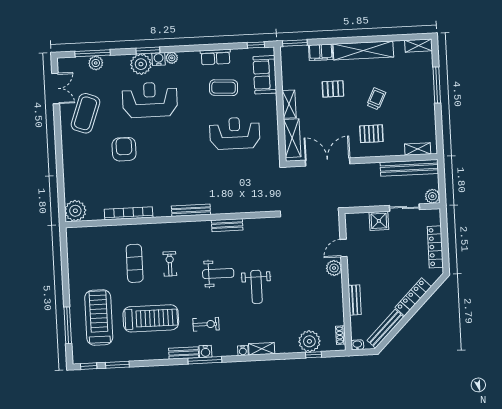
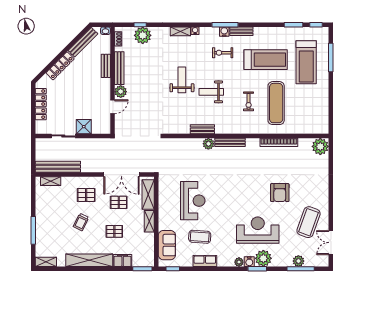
reception desk: (150, 100) -> (258, 230), turned 180
pallet: (329, 126) -> (119, 202), added
reception desk: (235, 133) -> (193, 201), turned -90
plant: (432, 196) -> (208, 144), moved
exercise mat: (135, 263) -> (276, 103), width x1.36, depth x1.45
bench: (337, 298) -> (119, 68), added
treadmill: (151, 318) -> (266, 60), turned 180

